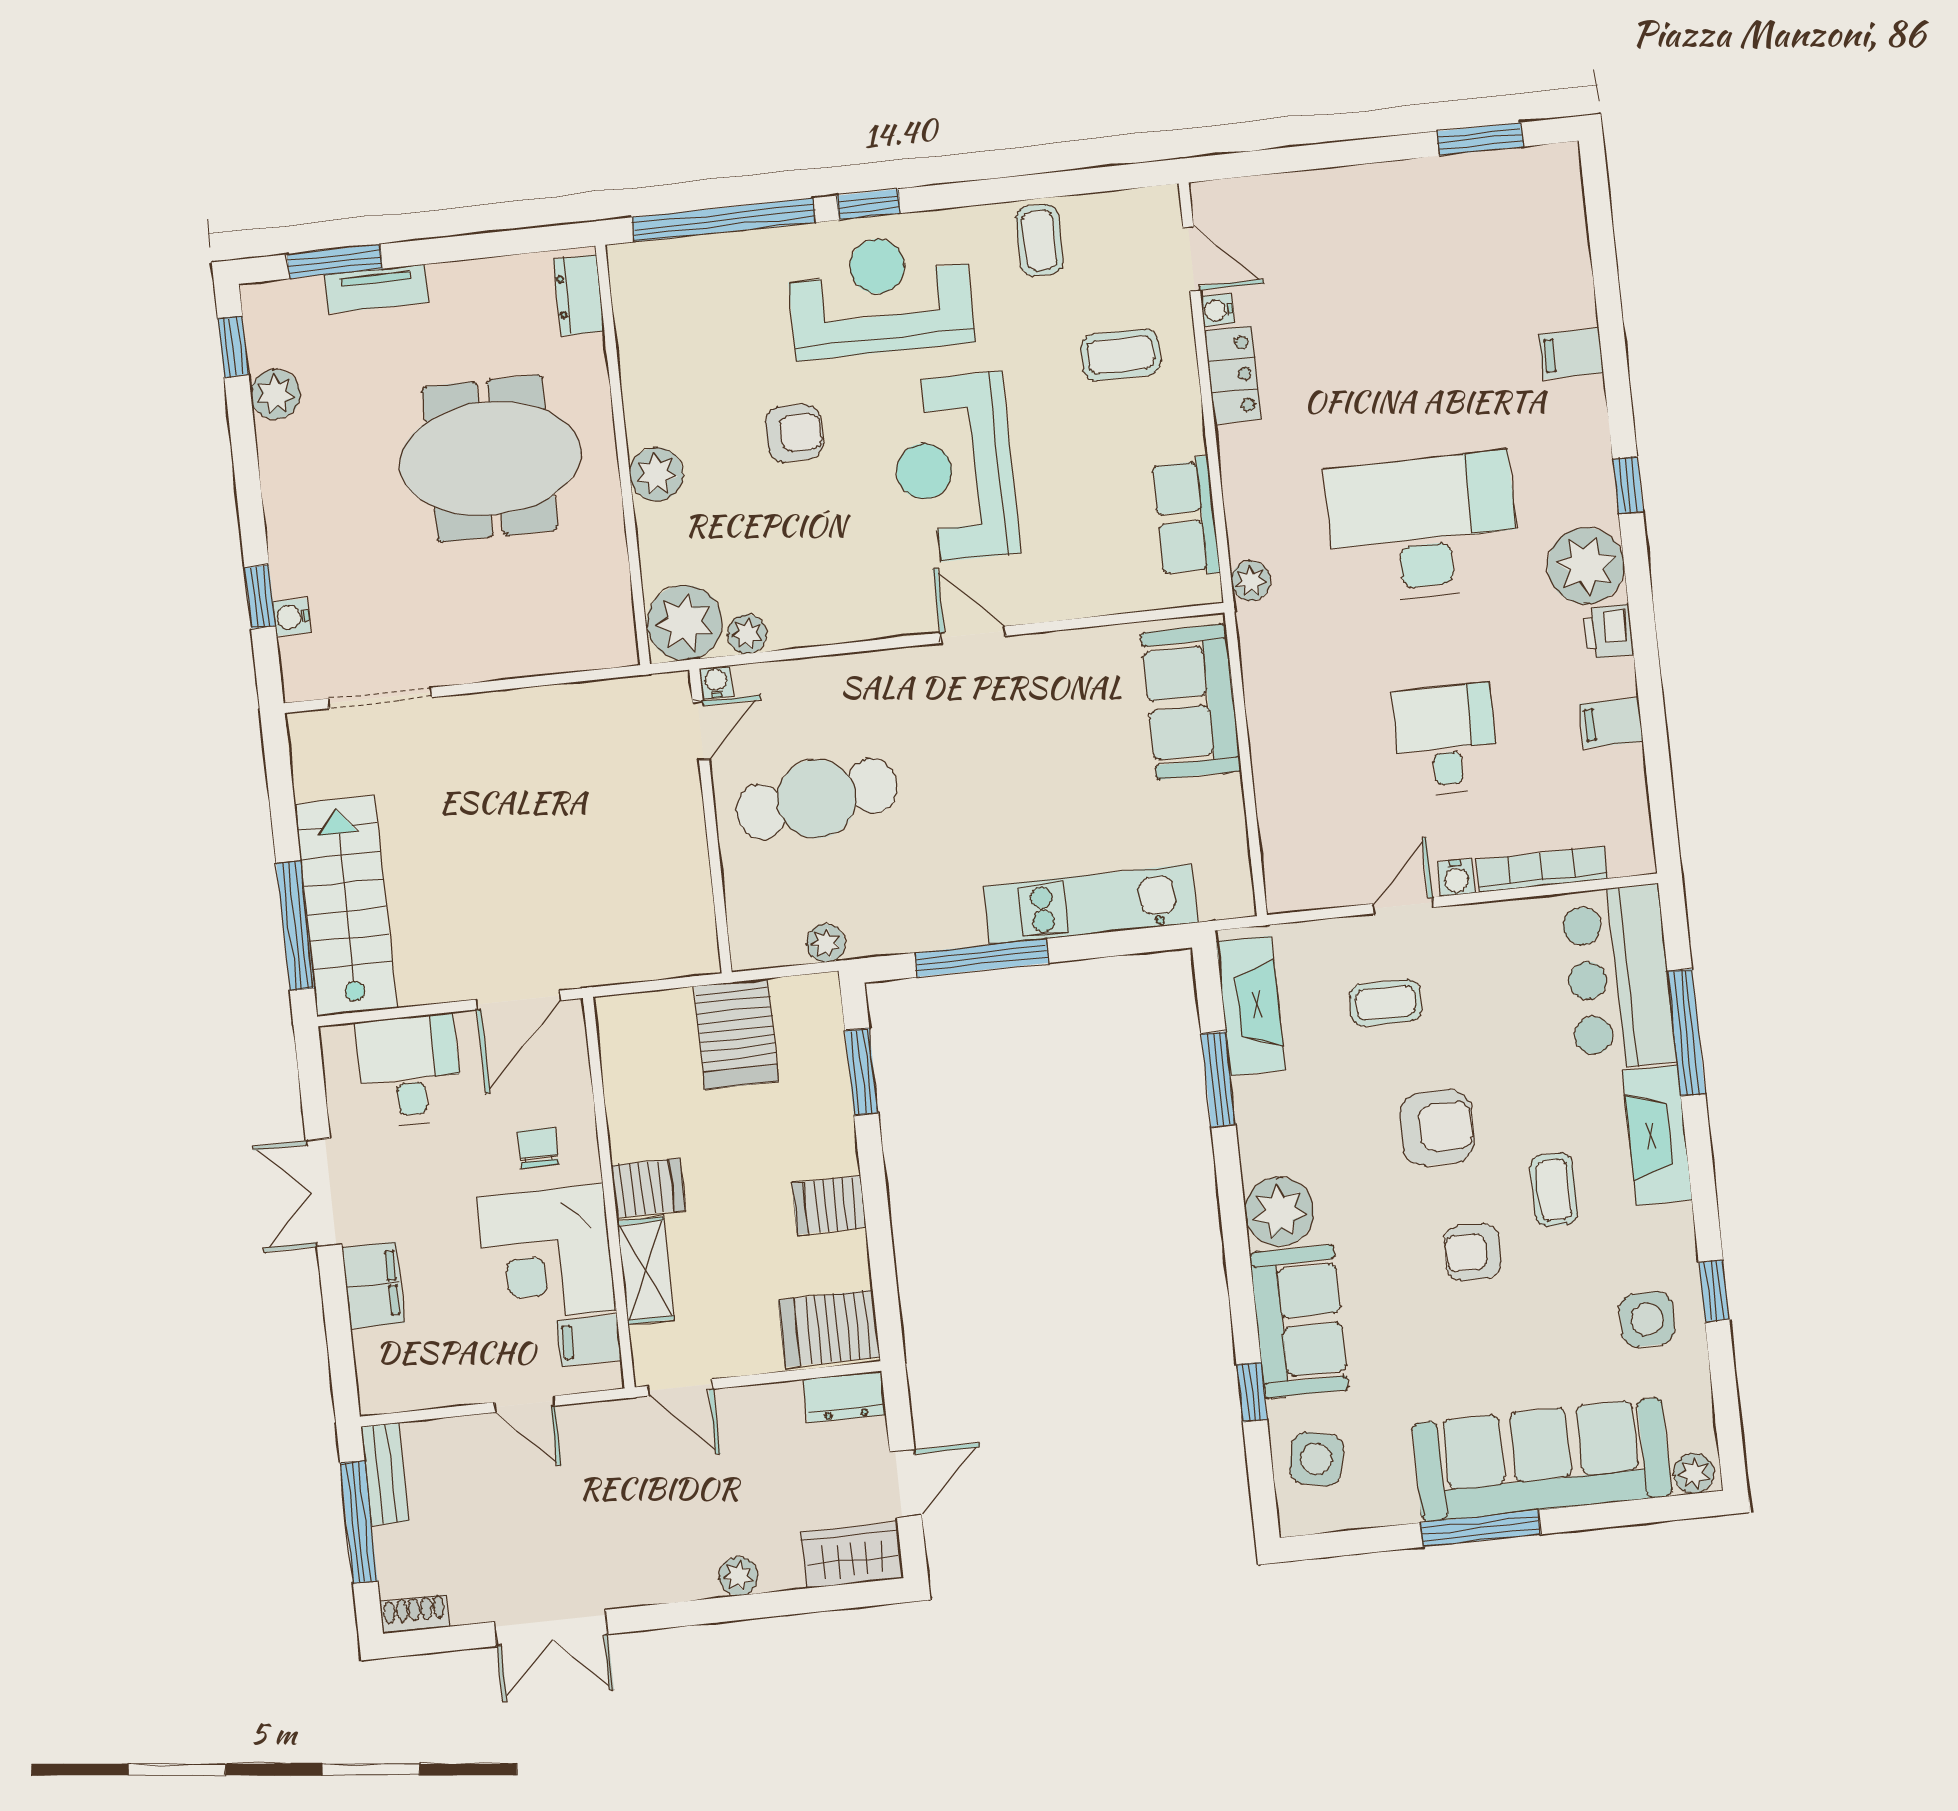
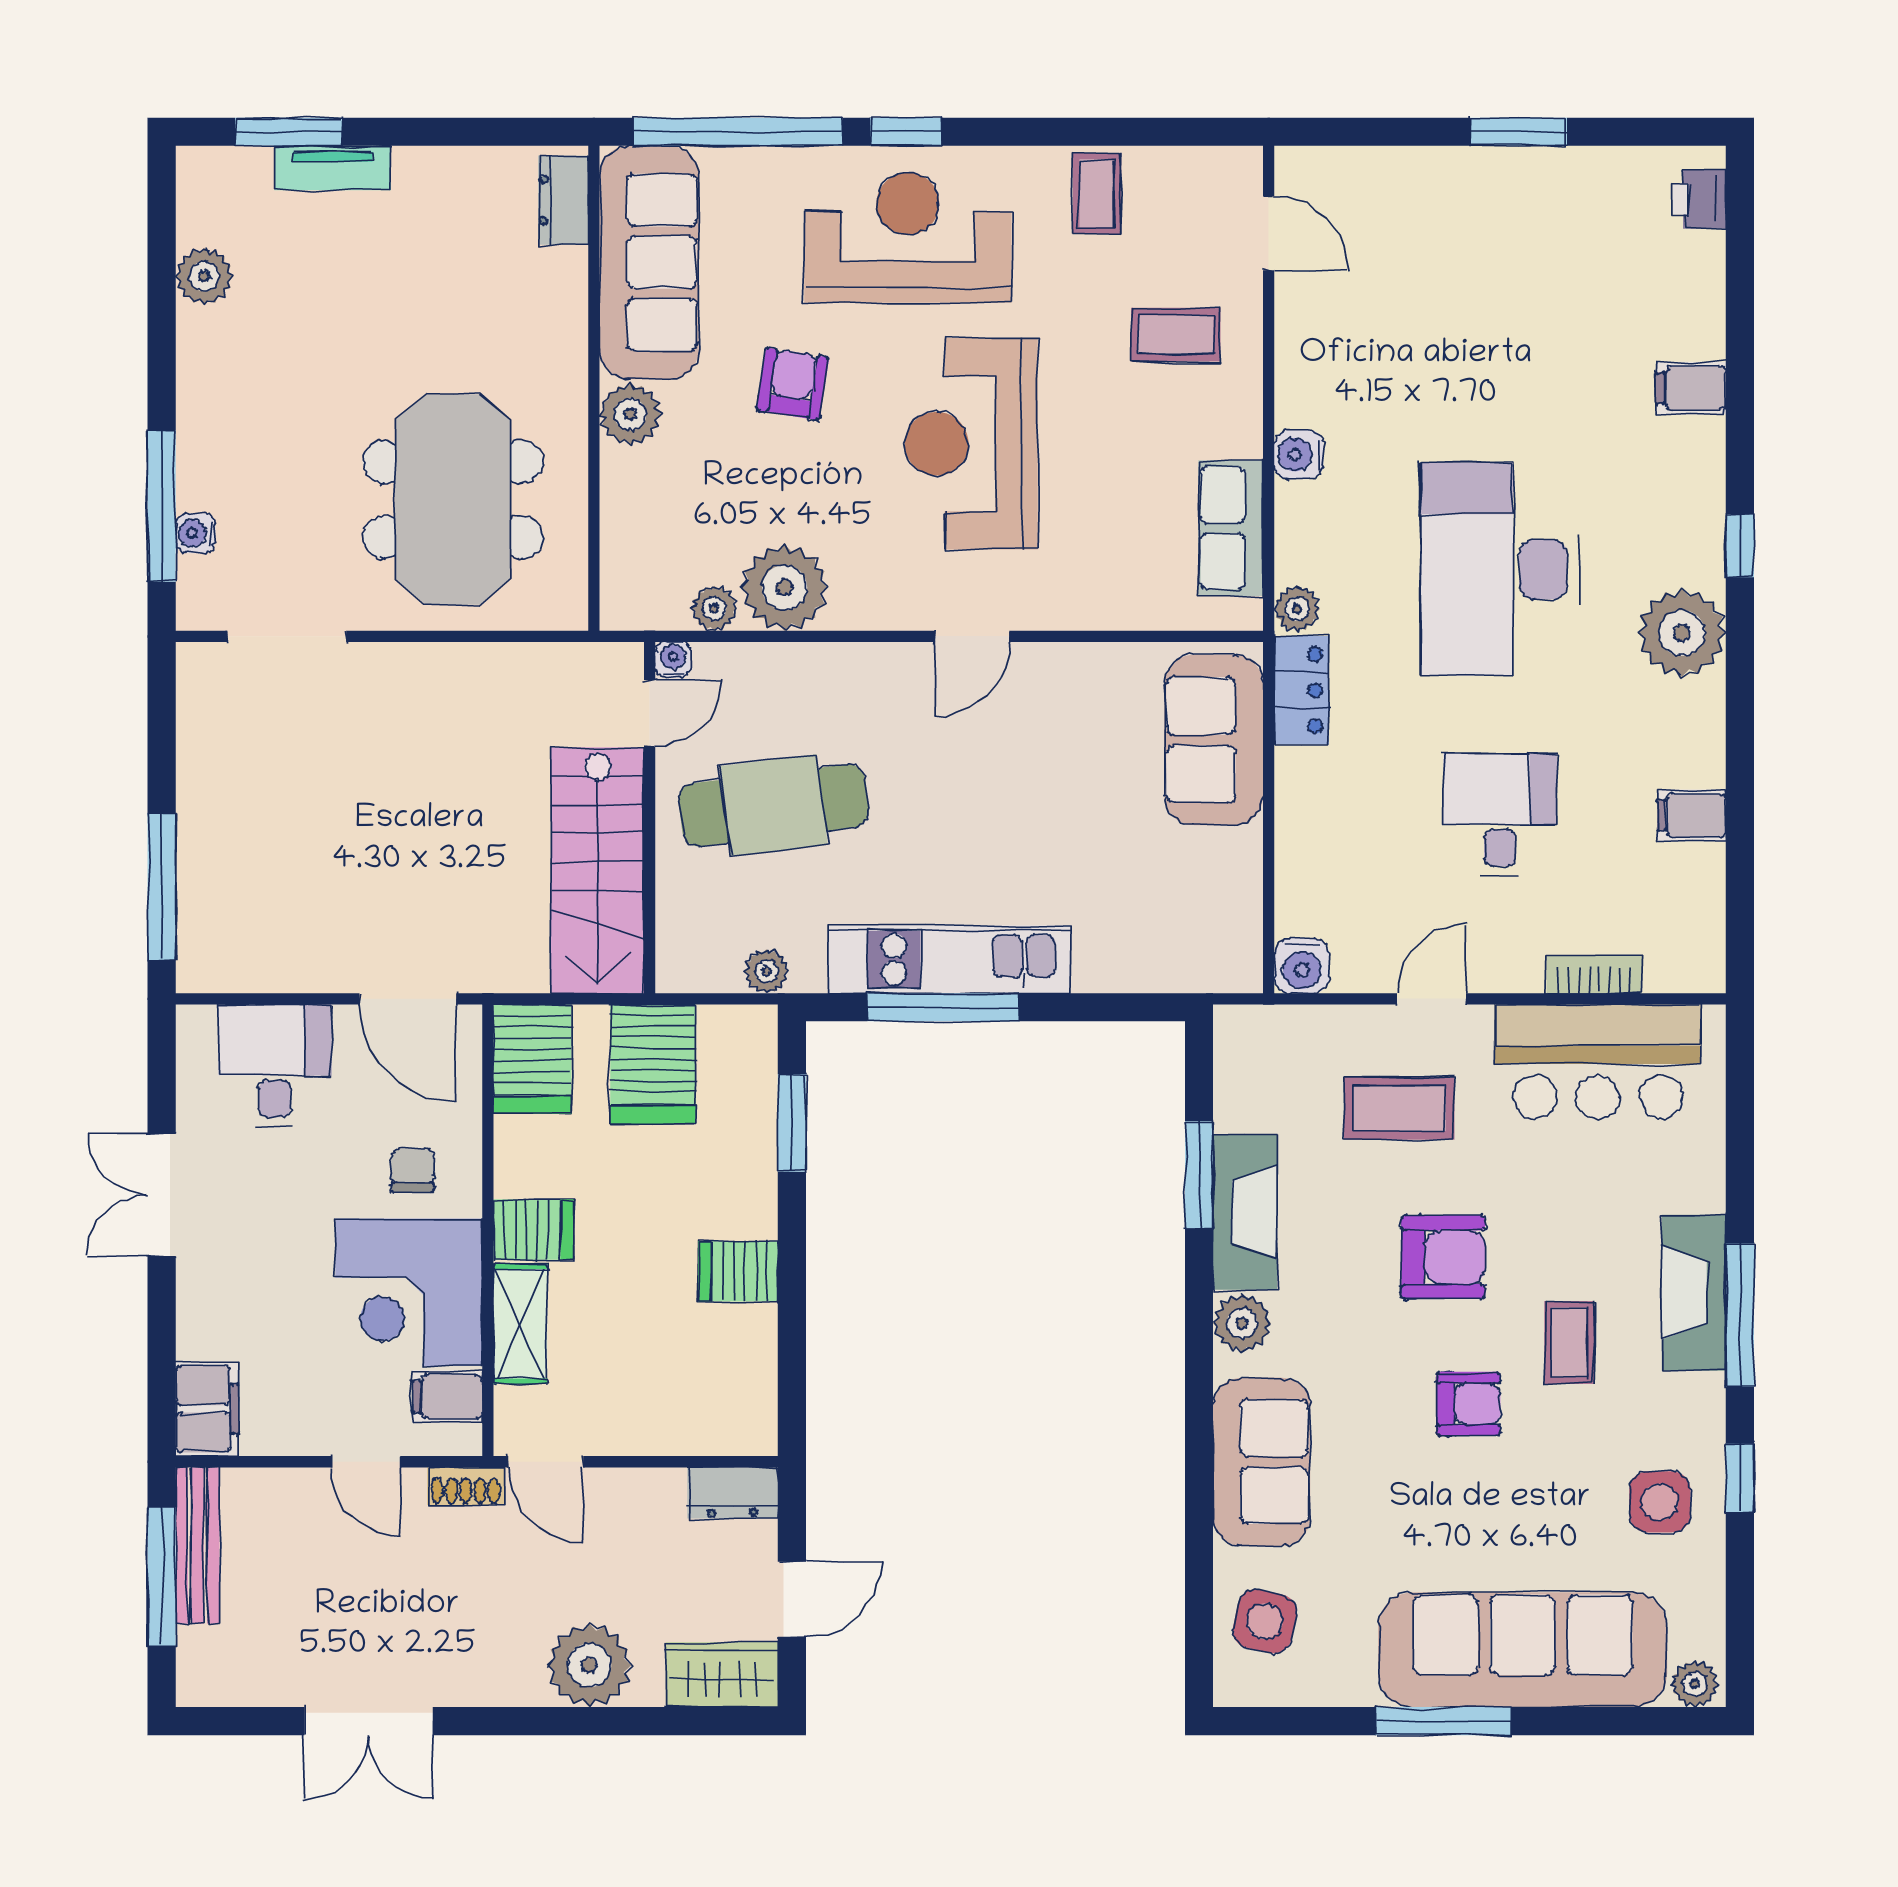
window: (1480, 139) -> (1518, 132), moved
water cooler: (1218, 310) -> (1299, 455), moved, width x1.38, depth x1.38
sofa: (659, 341) -> (649, 262), added
window: (233, 347) -> (162, 217), removed
locker: (1233, 375) -> (1302, 690), moved
armchair: (794, 433) -> (793, 384), turned -81
meeting table: (490, 458) -> (453, 500), moved, turned 90
desk: (1423, 528) -> (1500, 569), turned -90
window: (260, 597) -> (162, 506), width x2.17
plant: (685, 623) -> (785, 588), moved
printer: (1608, 632) -> (1699, 199), moved
door: (973, 635) -> (972, 636), swing flipped
bookcase: (1542, 869) -> (1594, 974), width x0.64
water cooler: (1456, 878) -> (1302, 966), moved, width x1.38, depth x1.38
kitchen unit: (1091, 904) -> (949, 959), moved
stairs: (346, 906) -> (598, 870), moved, turned 180
bar counter: (1618, 977) -> (1598, 1062), moved, turned -90
door: (518, 1000) -> (408, 999), hinge flipped
coffee table: (1385, 1003) -> (1399, 1108), width x1.36, depth x1.30
fireplace: (1251, 1006) -> (1245, 1212), moved
window: (1686, 1032) -> (1740, 1315), moved
plant: (1279, 1211) -> (1242, 1323), width x0.73, depth x0.73
armchair: (1473, 1252) -> (1469, 1404), turned 180
filing cabinet: (373, 1285) -> (207, 1409), moved
server rack: (829, 1328) -> (532, 1059), moved, turned -90
window: (1252, 1392) -> (1199, 1537), removed
bench: (385, 1474) -> (197, 1545), width x1.36
plant: (738, 1576) -> (589, 1665), width x1.87, depth x1.87
shoe rack: (415, 1614) -> (466, 1486), moved, turned 180

